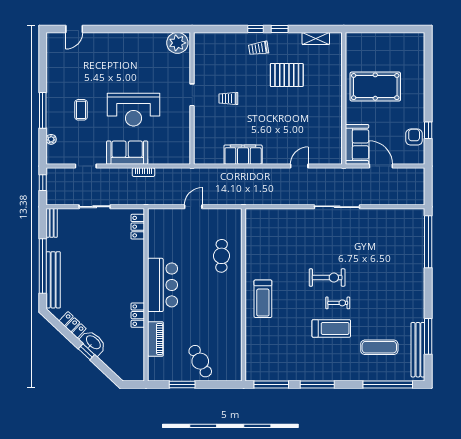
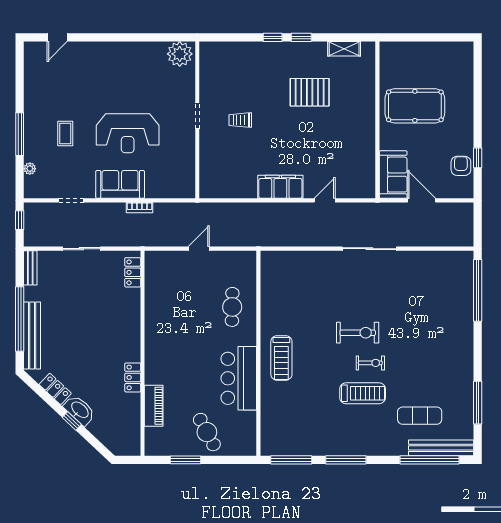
trolley: (259, 48) -> (276, 61), removed
filing cabinet: (243, 155) -> (280, 187), moved
bar counter: (163, 285) -> (239, 378), moved, turned 180
bench: (418, 350) -> (441, 448), moved, turned 90

